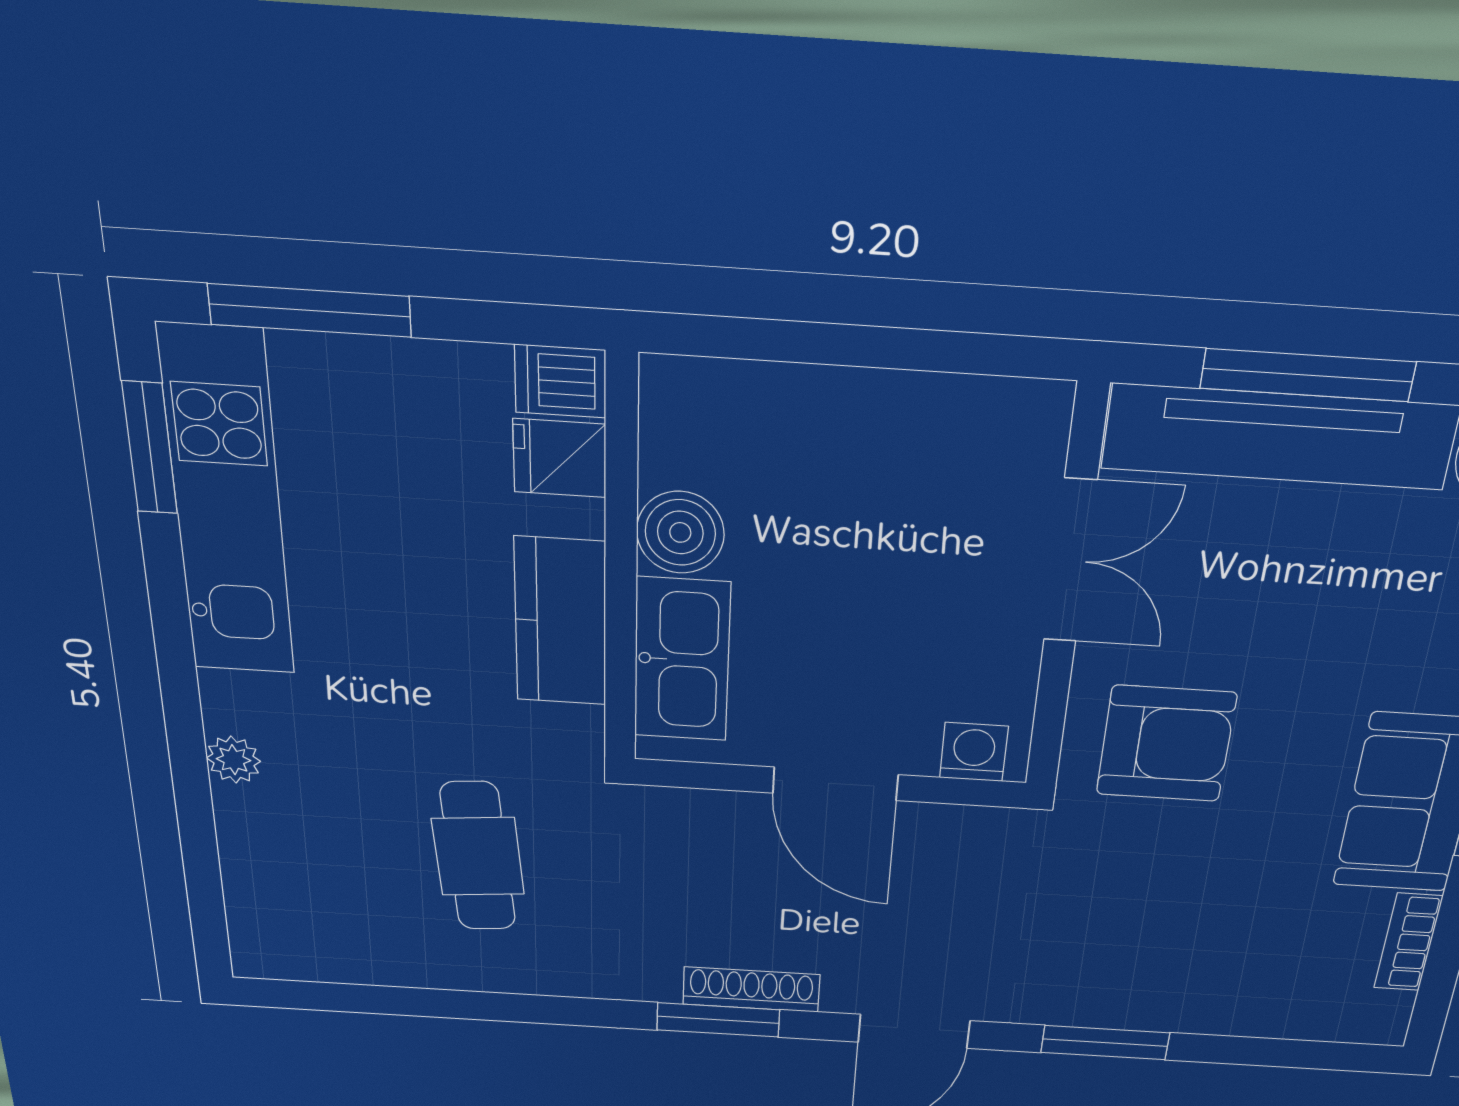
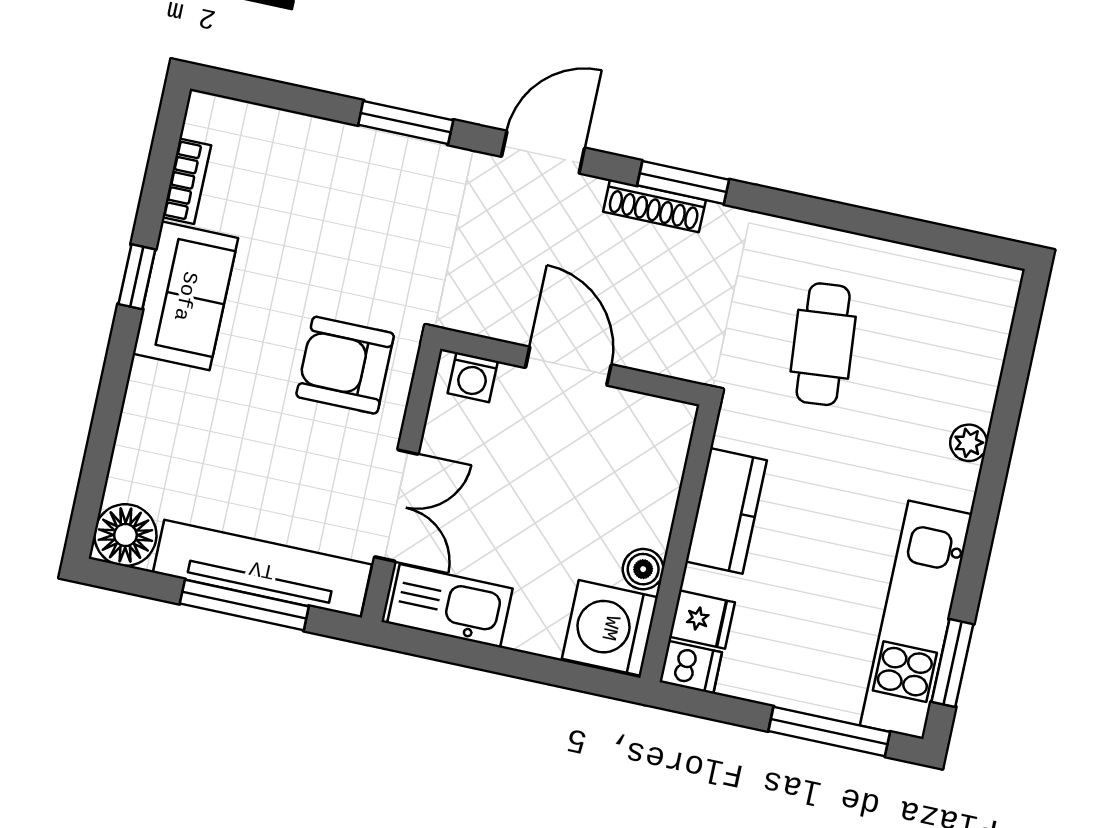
washing machine: (704, 424) -> (610, 628), added
boiler: (680, 532) -> (643, 569), width x0.73, depth x0.73
double door: (1070, 561) -> (396, 505), swing flipped
kitchen sink: (682, 660) -> (450, 606), moved, turned 90

